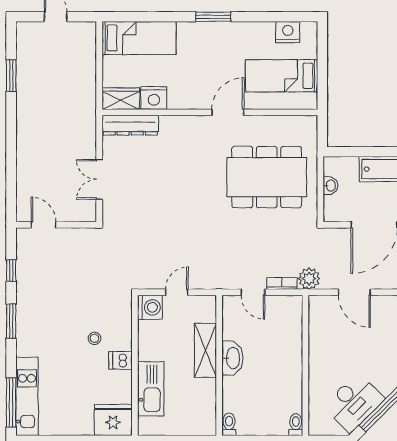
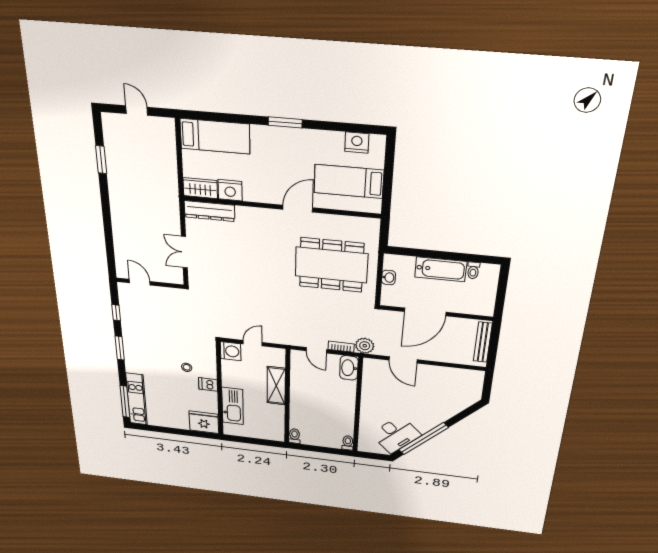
washbasin: (232, 358) -> (349, 368), moved, turned 180

